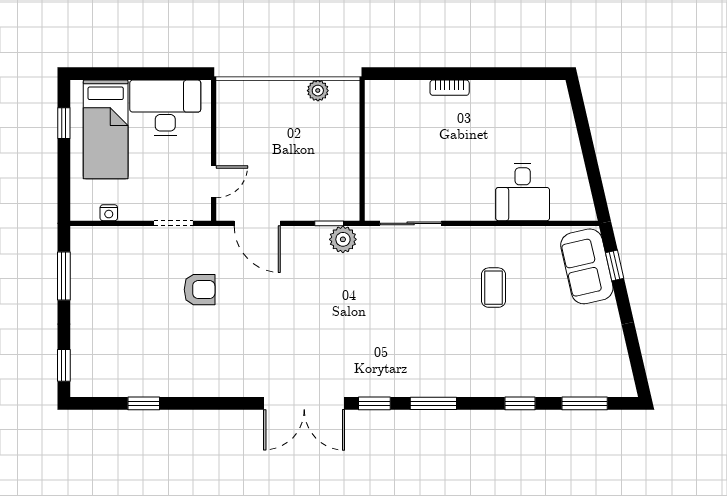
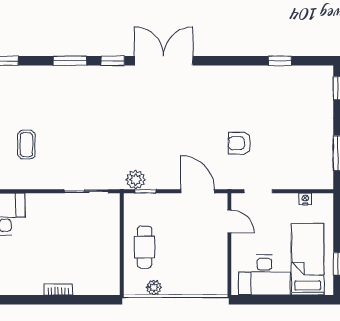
cafe table: (331, 146) -> (144, 247), added
door: (214, 182) -> (229, 221), swing flipped

